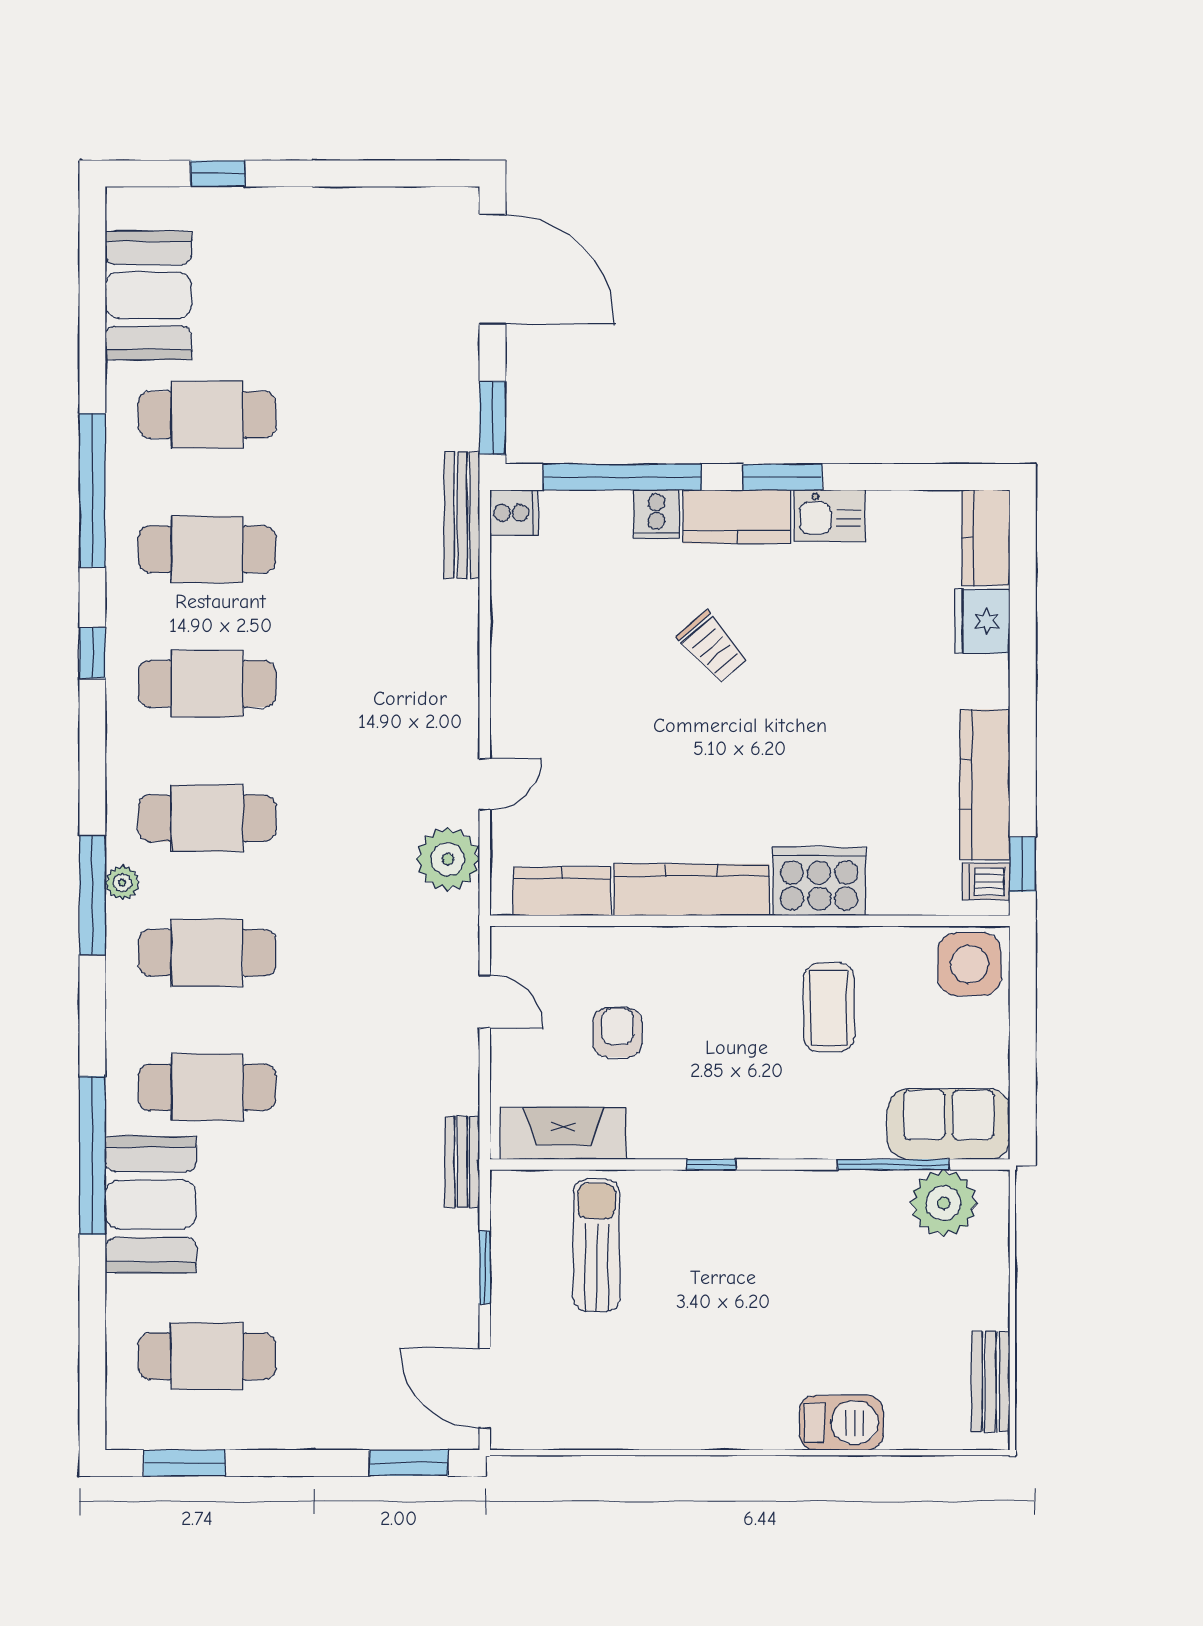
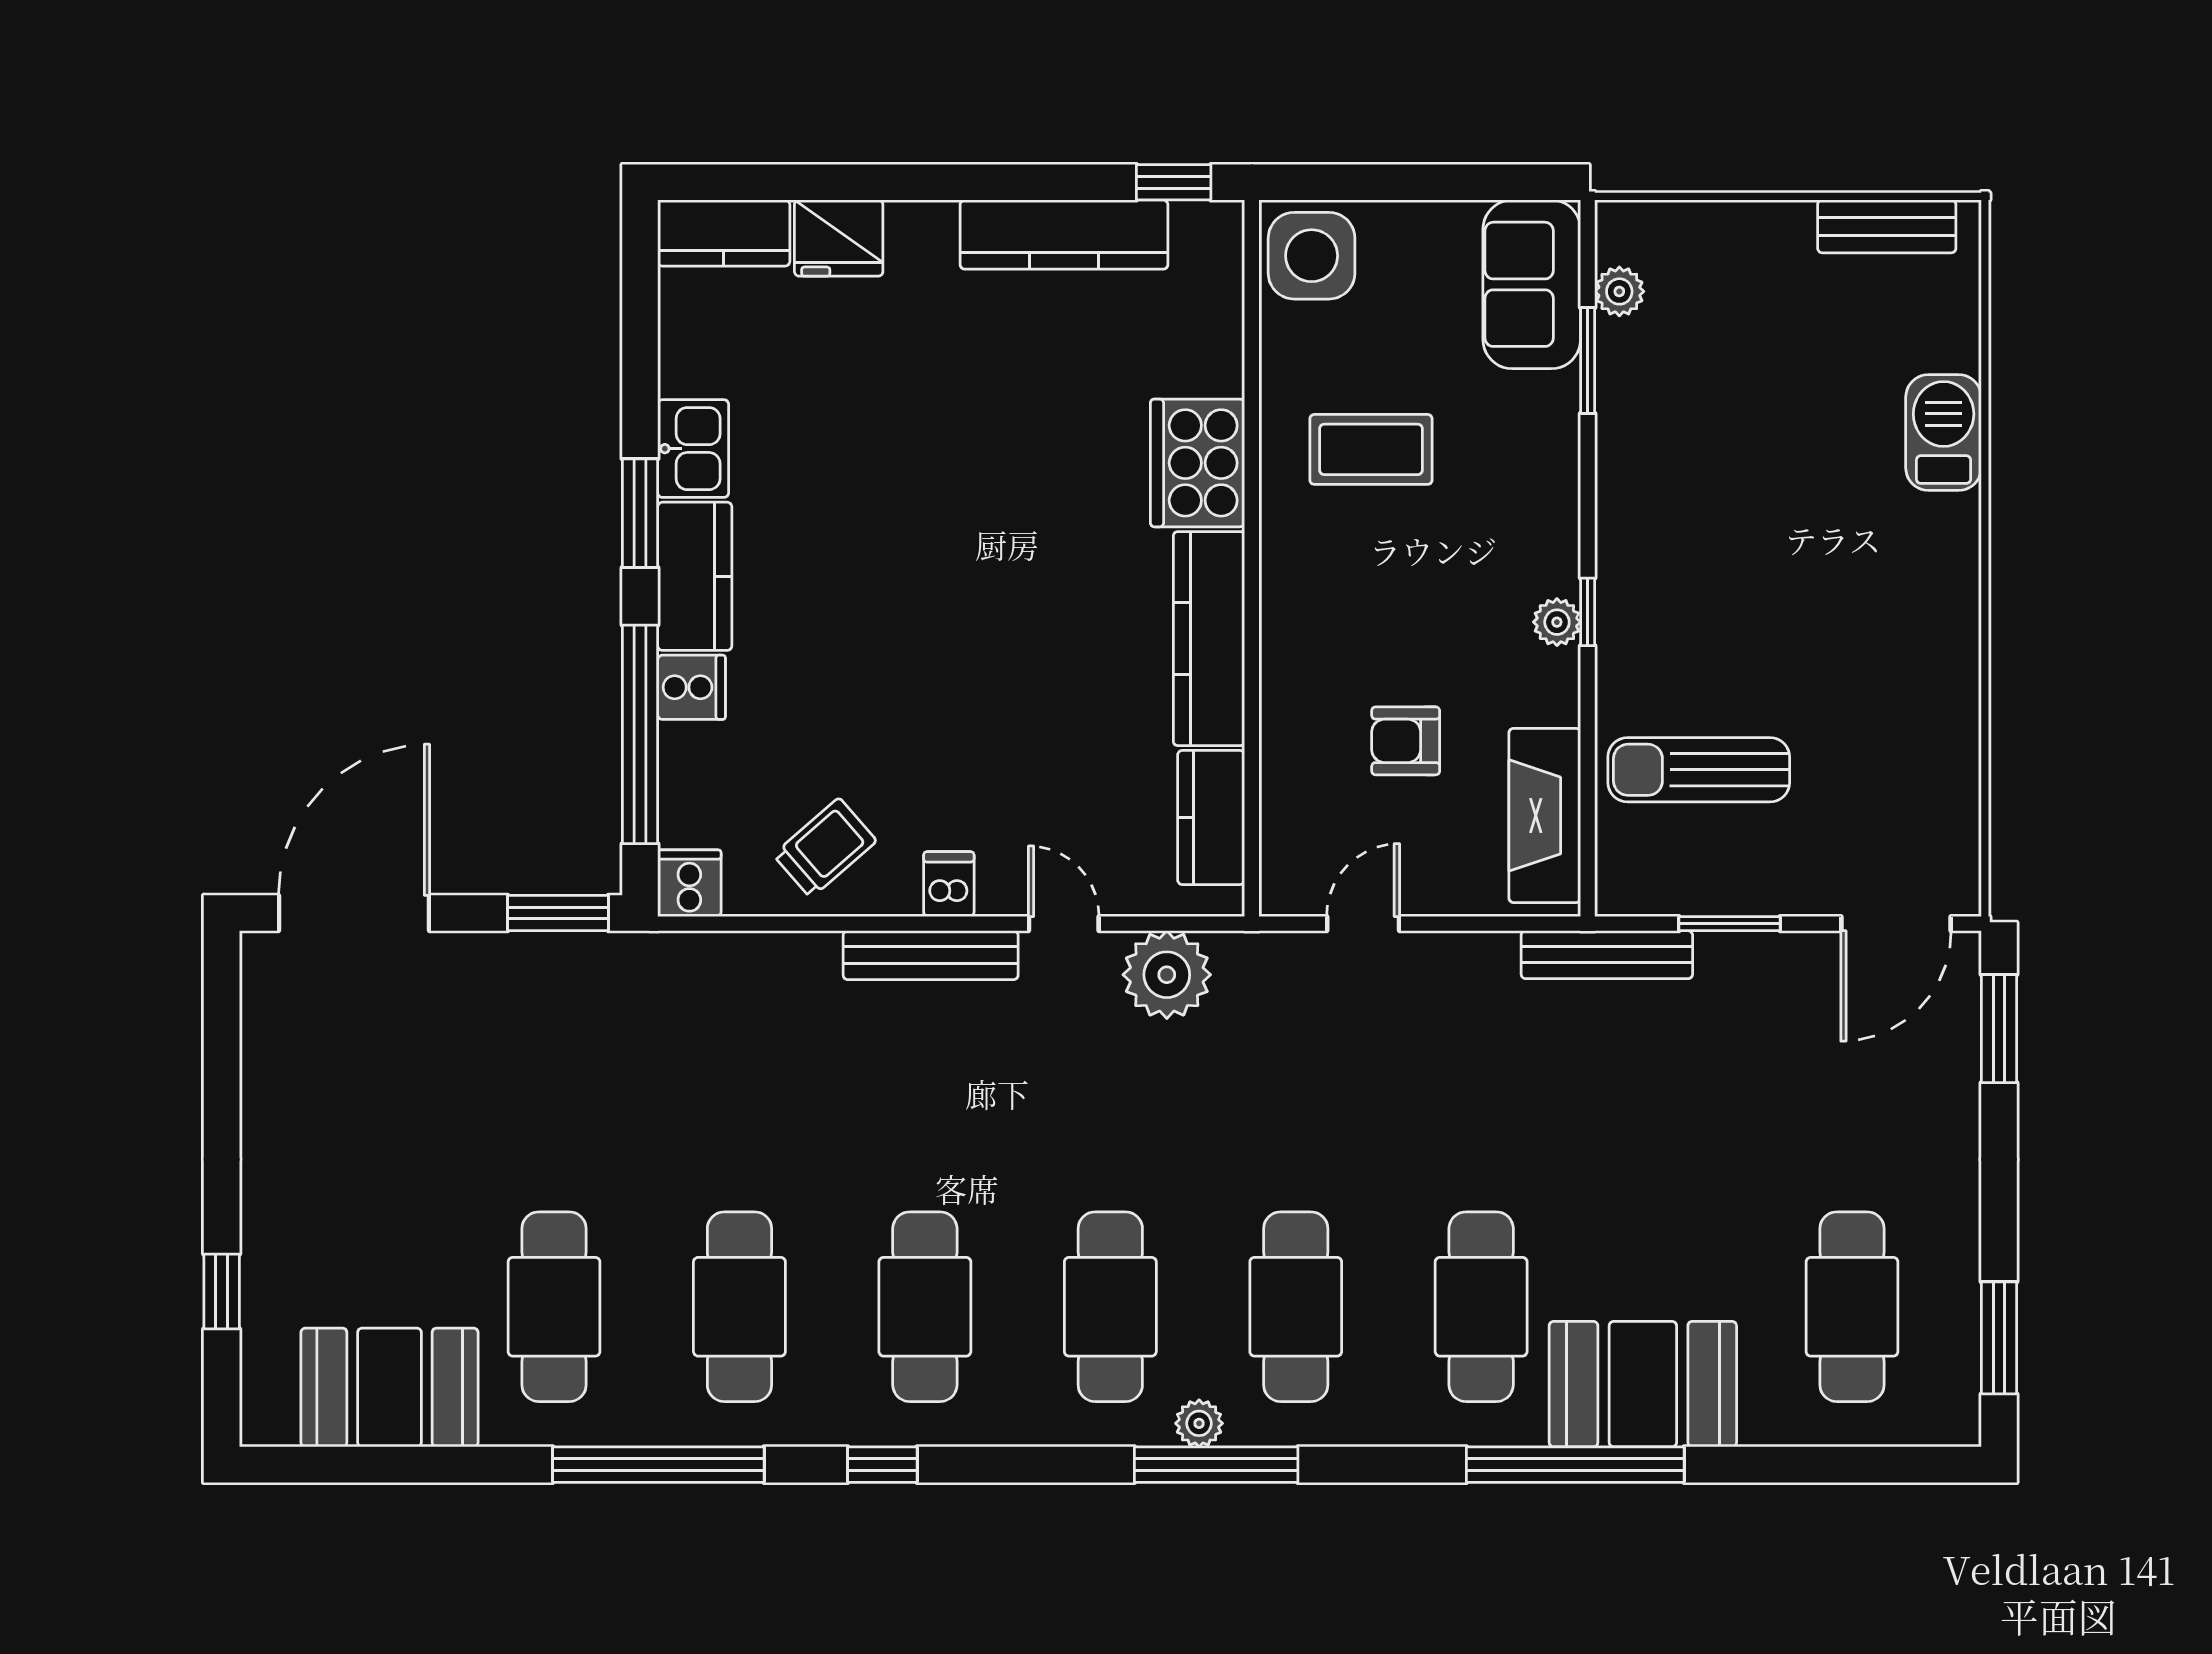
bench: (462, 515) -> (931, 955), moved
trolley: (712, 647) -> (825, 848), moved
dishwasher: (986, 882) -> (949, 884), moved, turned 180
plant: (704, 1142) -> (1557, 622), added
bench: (462, 1162) -> (1607, 955), width x1.36
window: (893, 1165) -> (1588, 361), width x0.69
plant: (943, 1203) -> (1619, 291), width x0.53, depth x0.53

